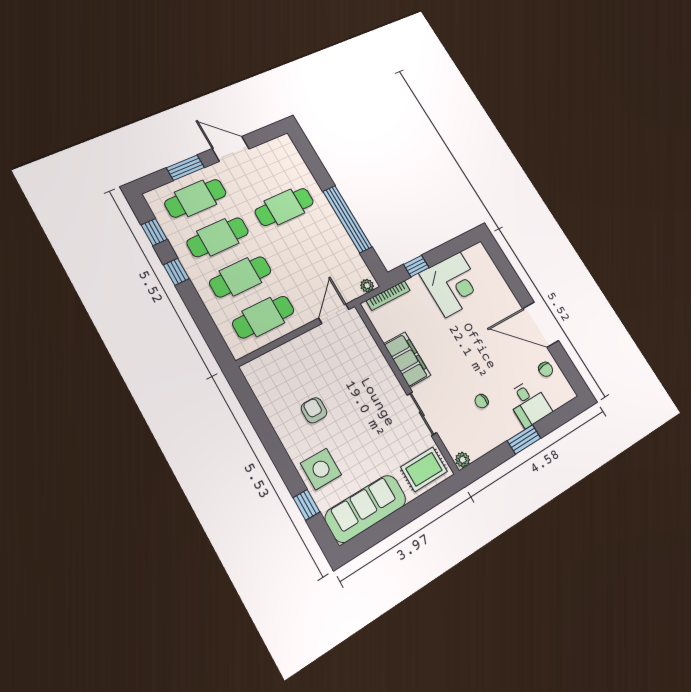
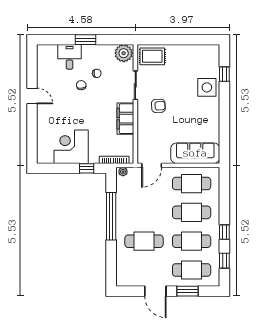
door: (541, 325) -> (32, 96), width x0.53
chair: (546, 369) -> (81, 85), moved
armchair: (314, 410) -> (158, 106), moved, turned -93
plant: (463, 460) -> (124, 53), width x1.88, depth x1.88
sofa: (366, 508) -> (195, 153), moved, turned 180

